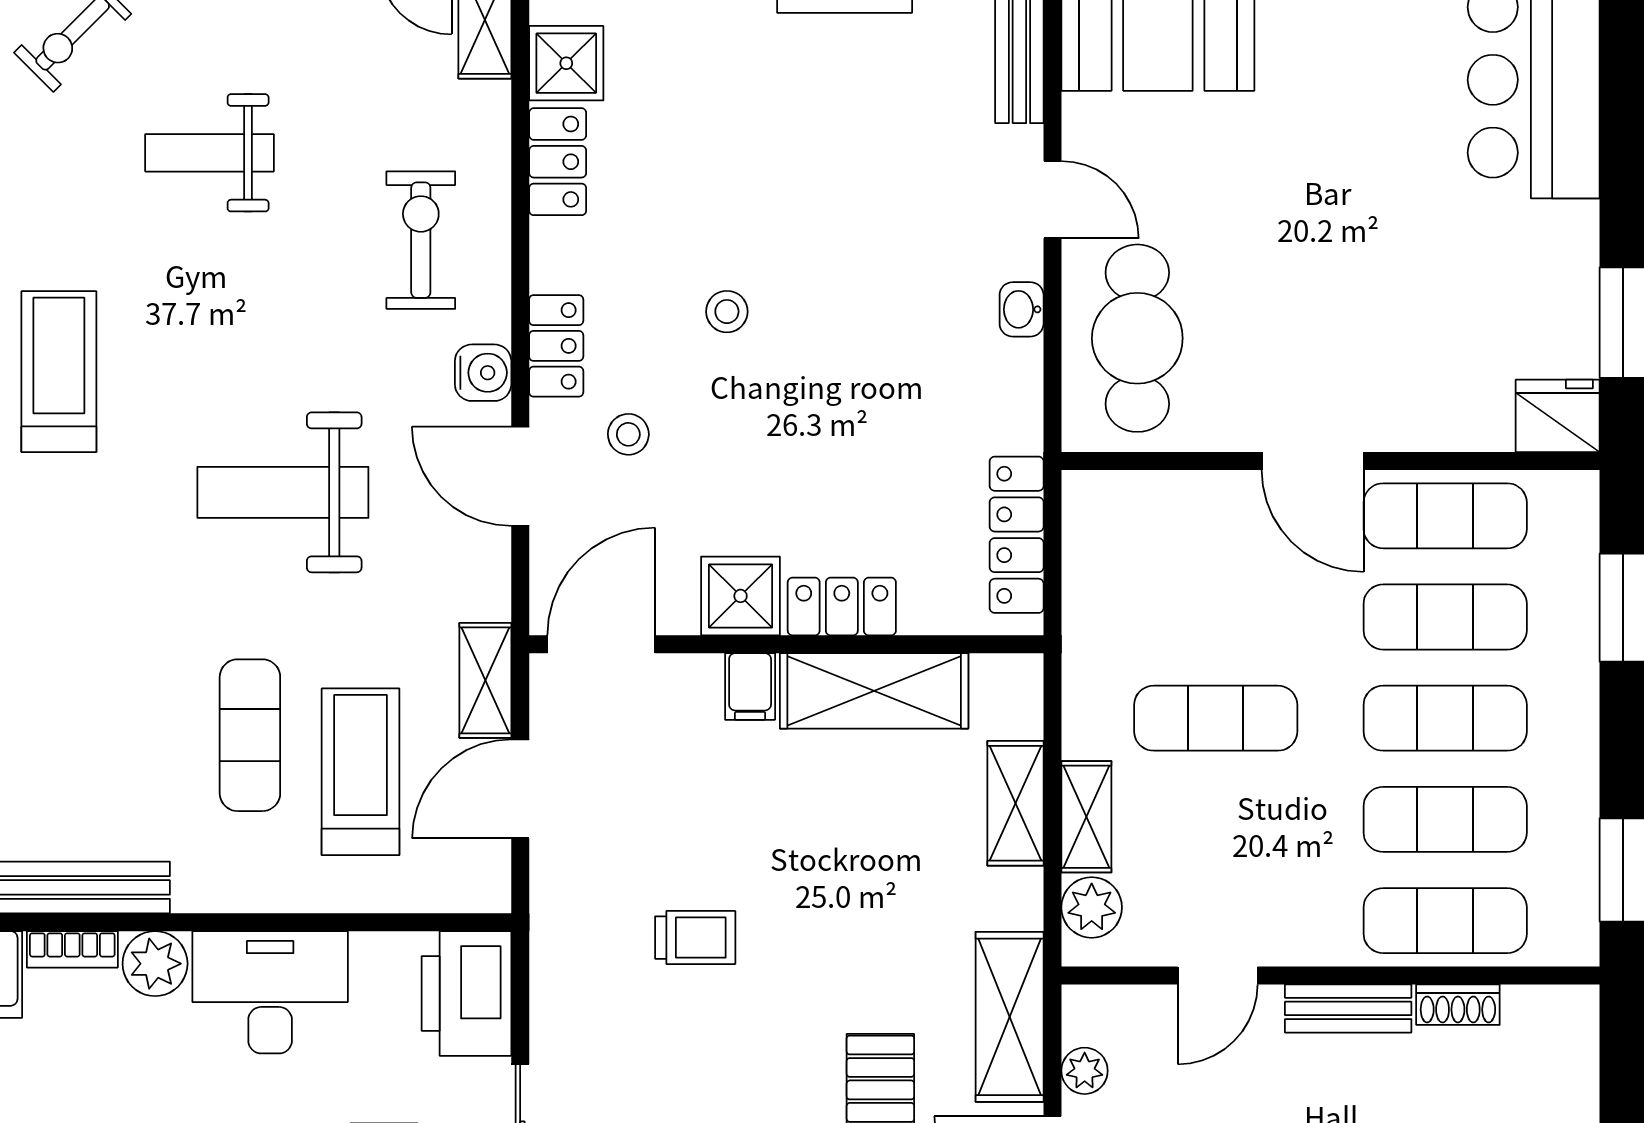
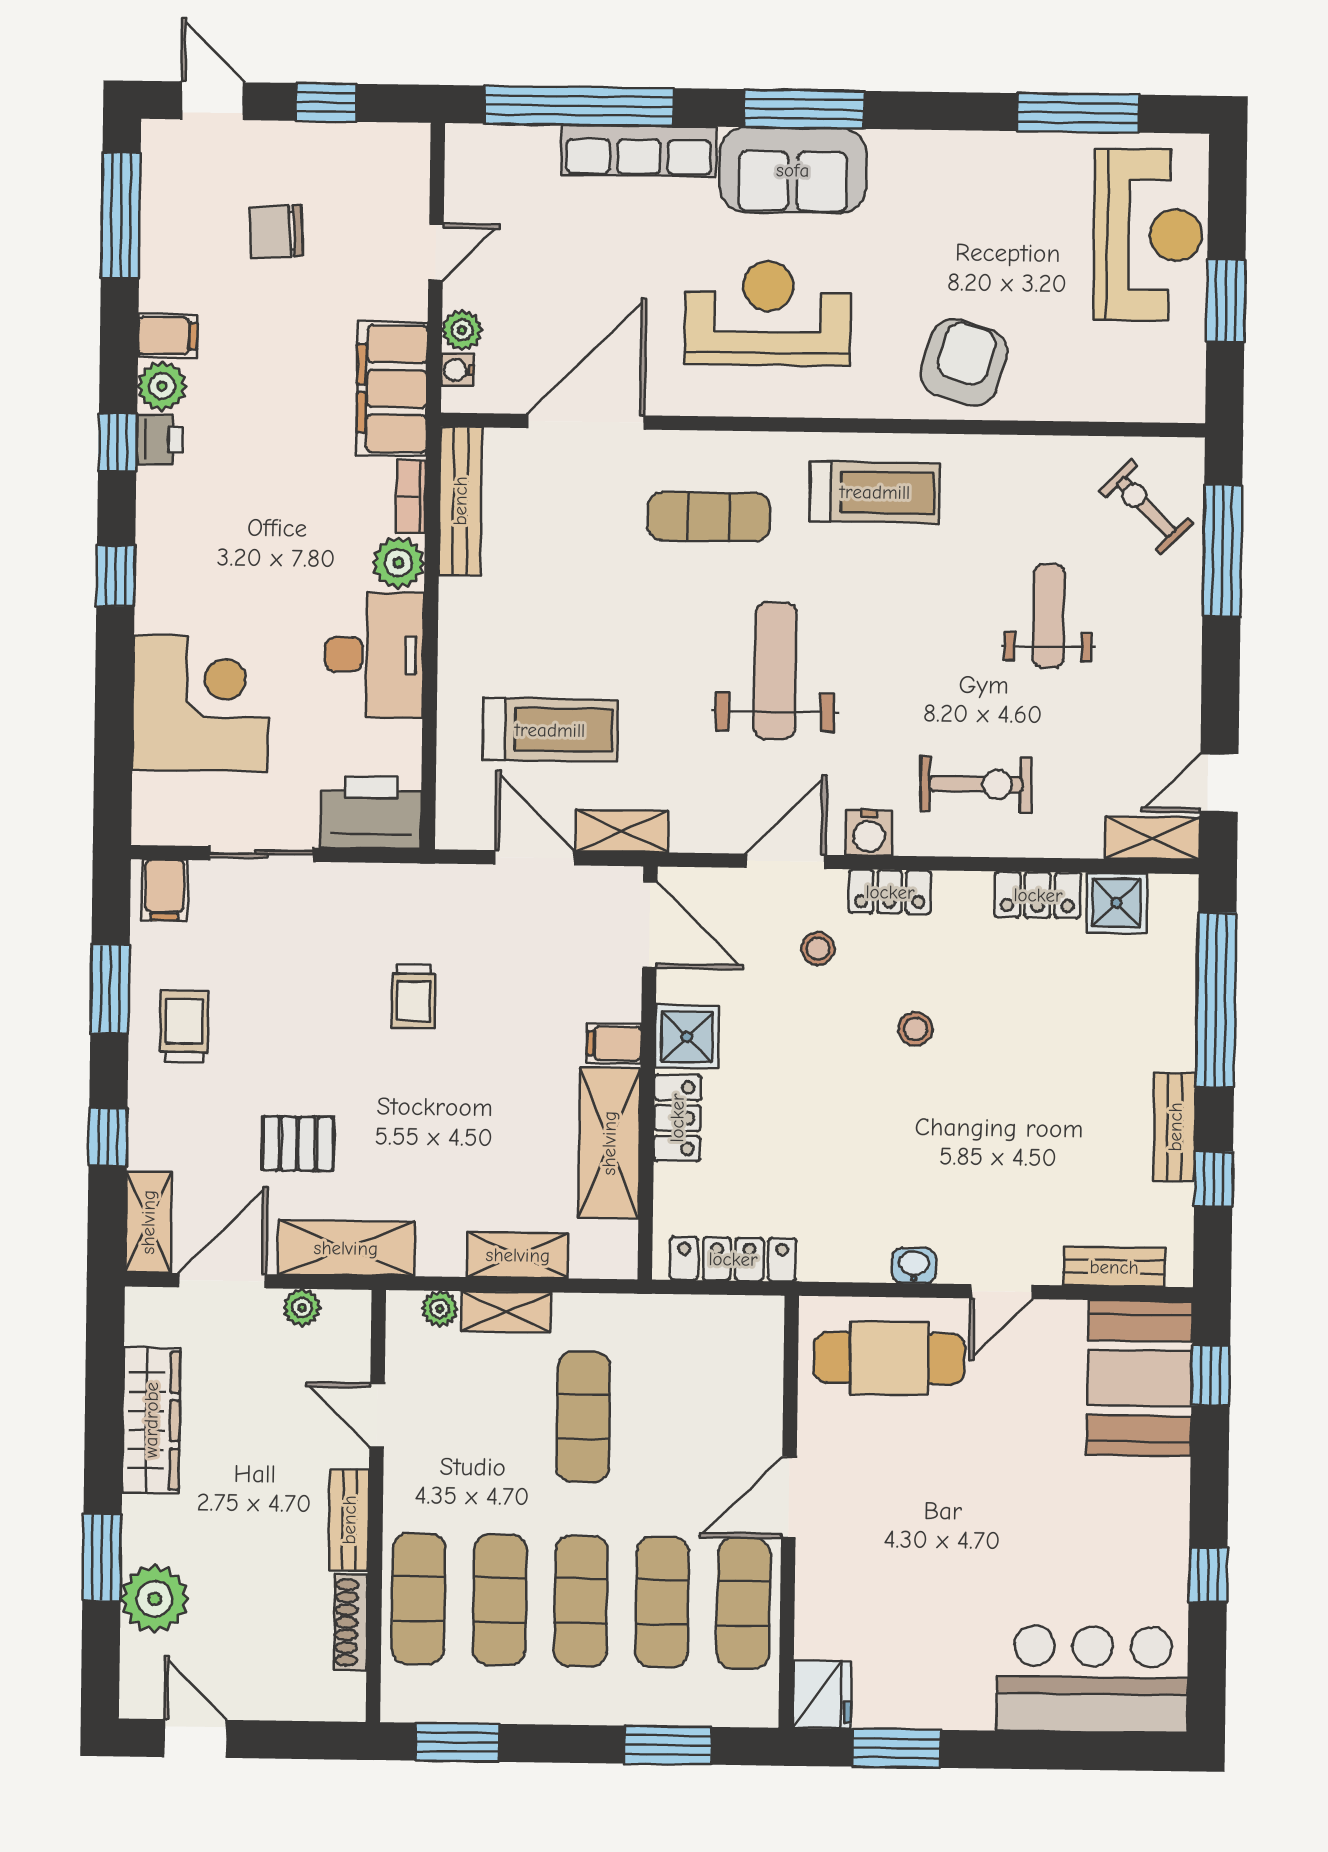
exercise mat: (250, 735) -> (709, 517), moved
plant: (1092, 907) -> (440, 1309), width x0.73, depth x0.73
shoe rack: (1458, 1005) -> (351, 1622), width x1.43

